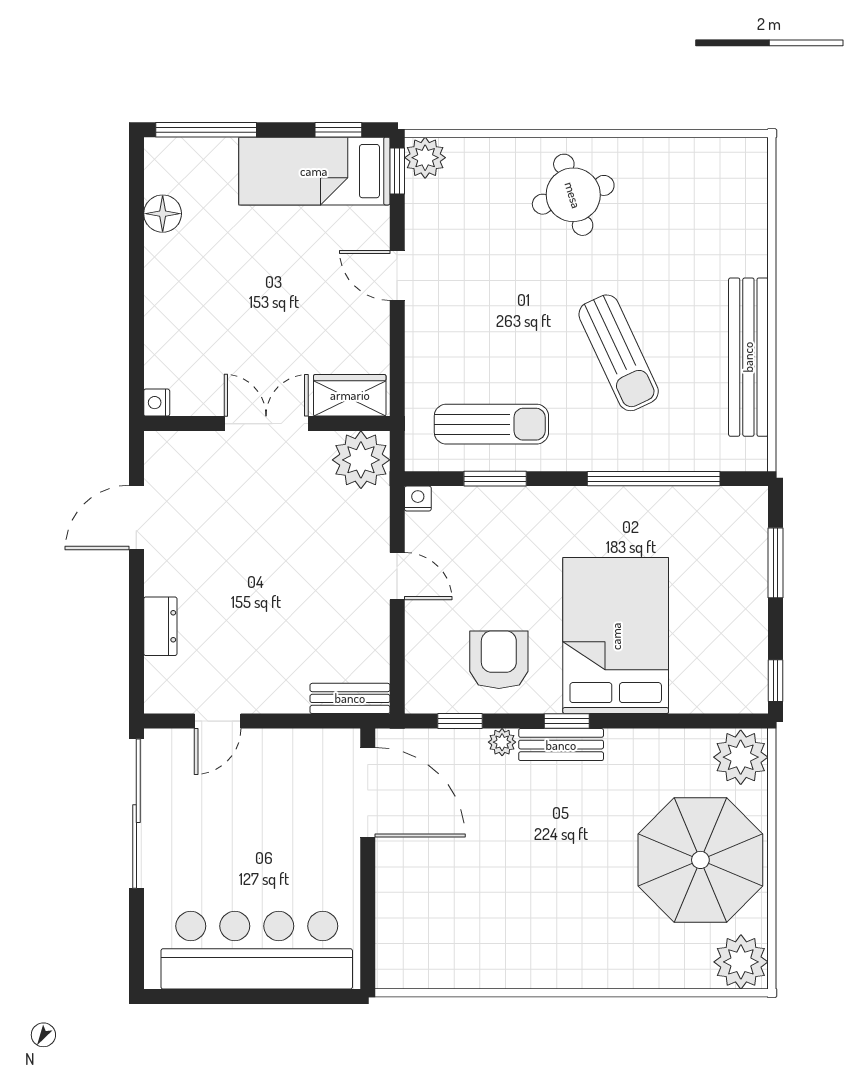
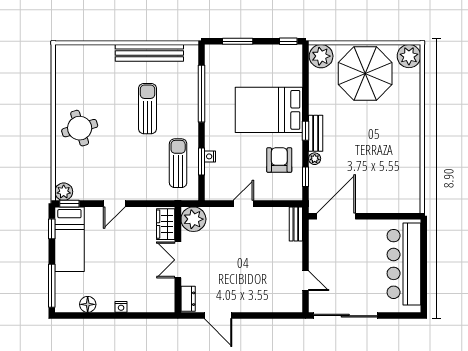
sun lounger: (619, 353) -> (147, 109), turned -65
nightstand: (157, 403) -> (121, 307), moved
nightstand: (418, 499) -> (210, 156), moved
dresser: (160, 626) -> (188, 299), moved, turned 90
armchair: (499, 660) -> (279, 160), turned 90

